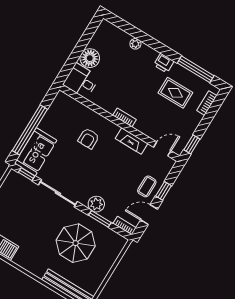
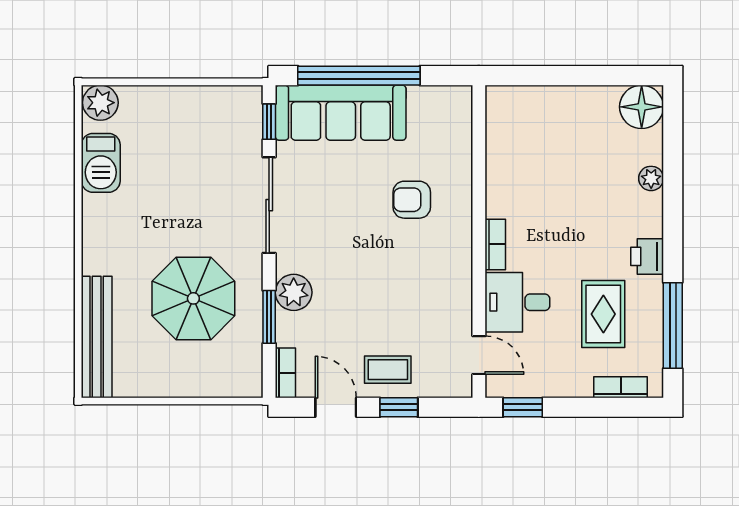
floor lamp: (90, 58) -> (642, 107), moved
desk: (81, 81) -> (517, 302), moved, turned -90
fireplace: (132, 141) -> (458, 286), removed
sofa: (36, 152) -> (341, 113), width x1.36

